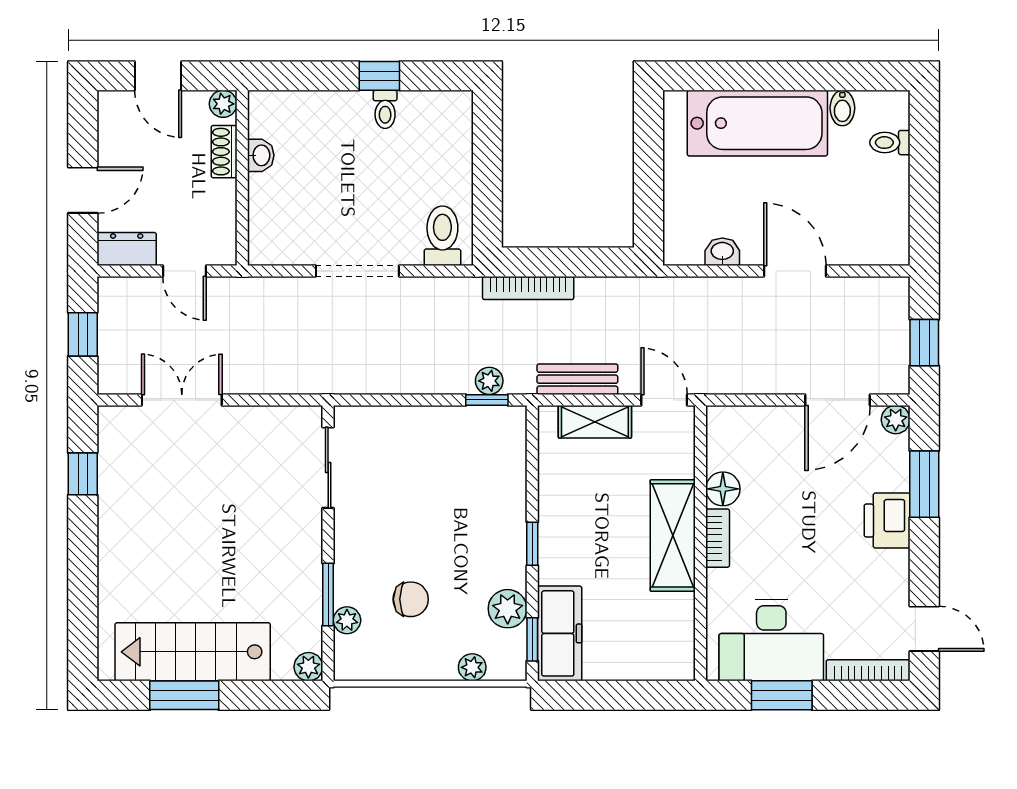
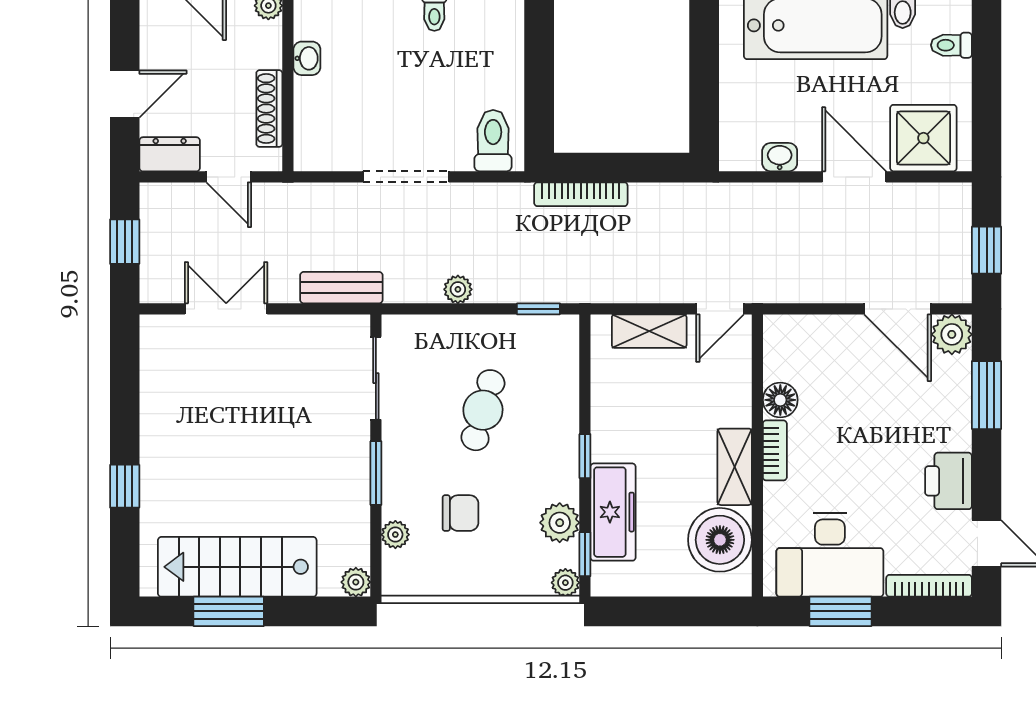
shoe rack: (224, 152) -> (269, 109), moved, width x1.43
shower: (863, 233) -> (923, 138), added
bench: (577, 379) -> (341, 288), moved
plant: (489, 381) -> (458, 289), moved
door: (664, 400) -> (720, 309), swing flipped
door: (837, 400) -> (898, 309), hinge flipped
plant: (896, 420) -> (952, 334), width x1.38, depth x1.38
window: (83, 474) -> (125, 486), moved
cafe table: (433, 499) -> (483, 410), added
printer: (887, 520) -> (948, 481), moved
shelving: (673, 535) -> (735, 467), width x0.67, depth x0.75
window: (328, 594) -> (376, 473), moved
boiler: (664, 625) -> (720, 540), added
freezer: (560, 633) -> (613, 512), moved
plant: (472, 667) -> (565, 583), moved

